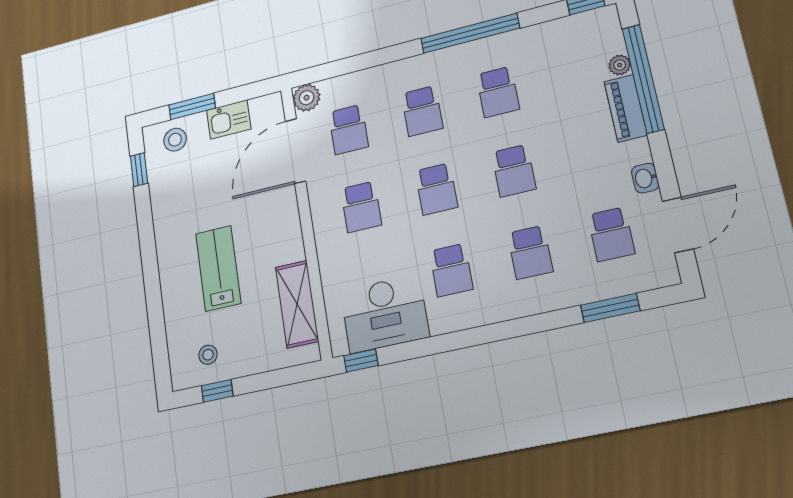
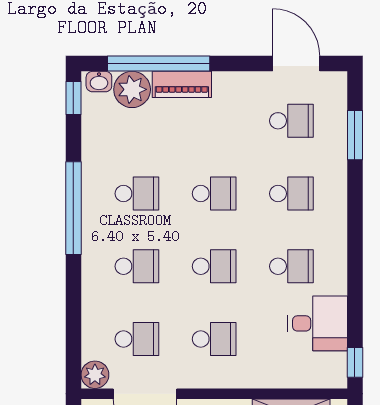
plant: (620, 65) -> (132, 89), width x1.88, depth x1.88
washbasin: (645, 178) -> (99, 82), moved
desk: (385, 314) -> (318, 323), width x0.73

